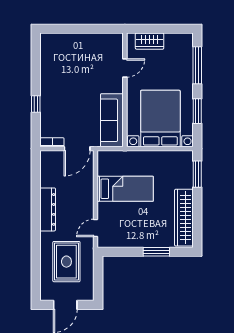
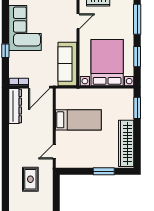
corner sofa: (60, 76) -> (25, 28), added
dresser: (48, 209) -> (15, 106), moved
rug: (66, 262) -> (30, 179), width x0.73, depth x0.70

